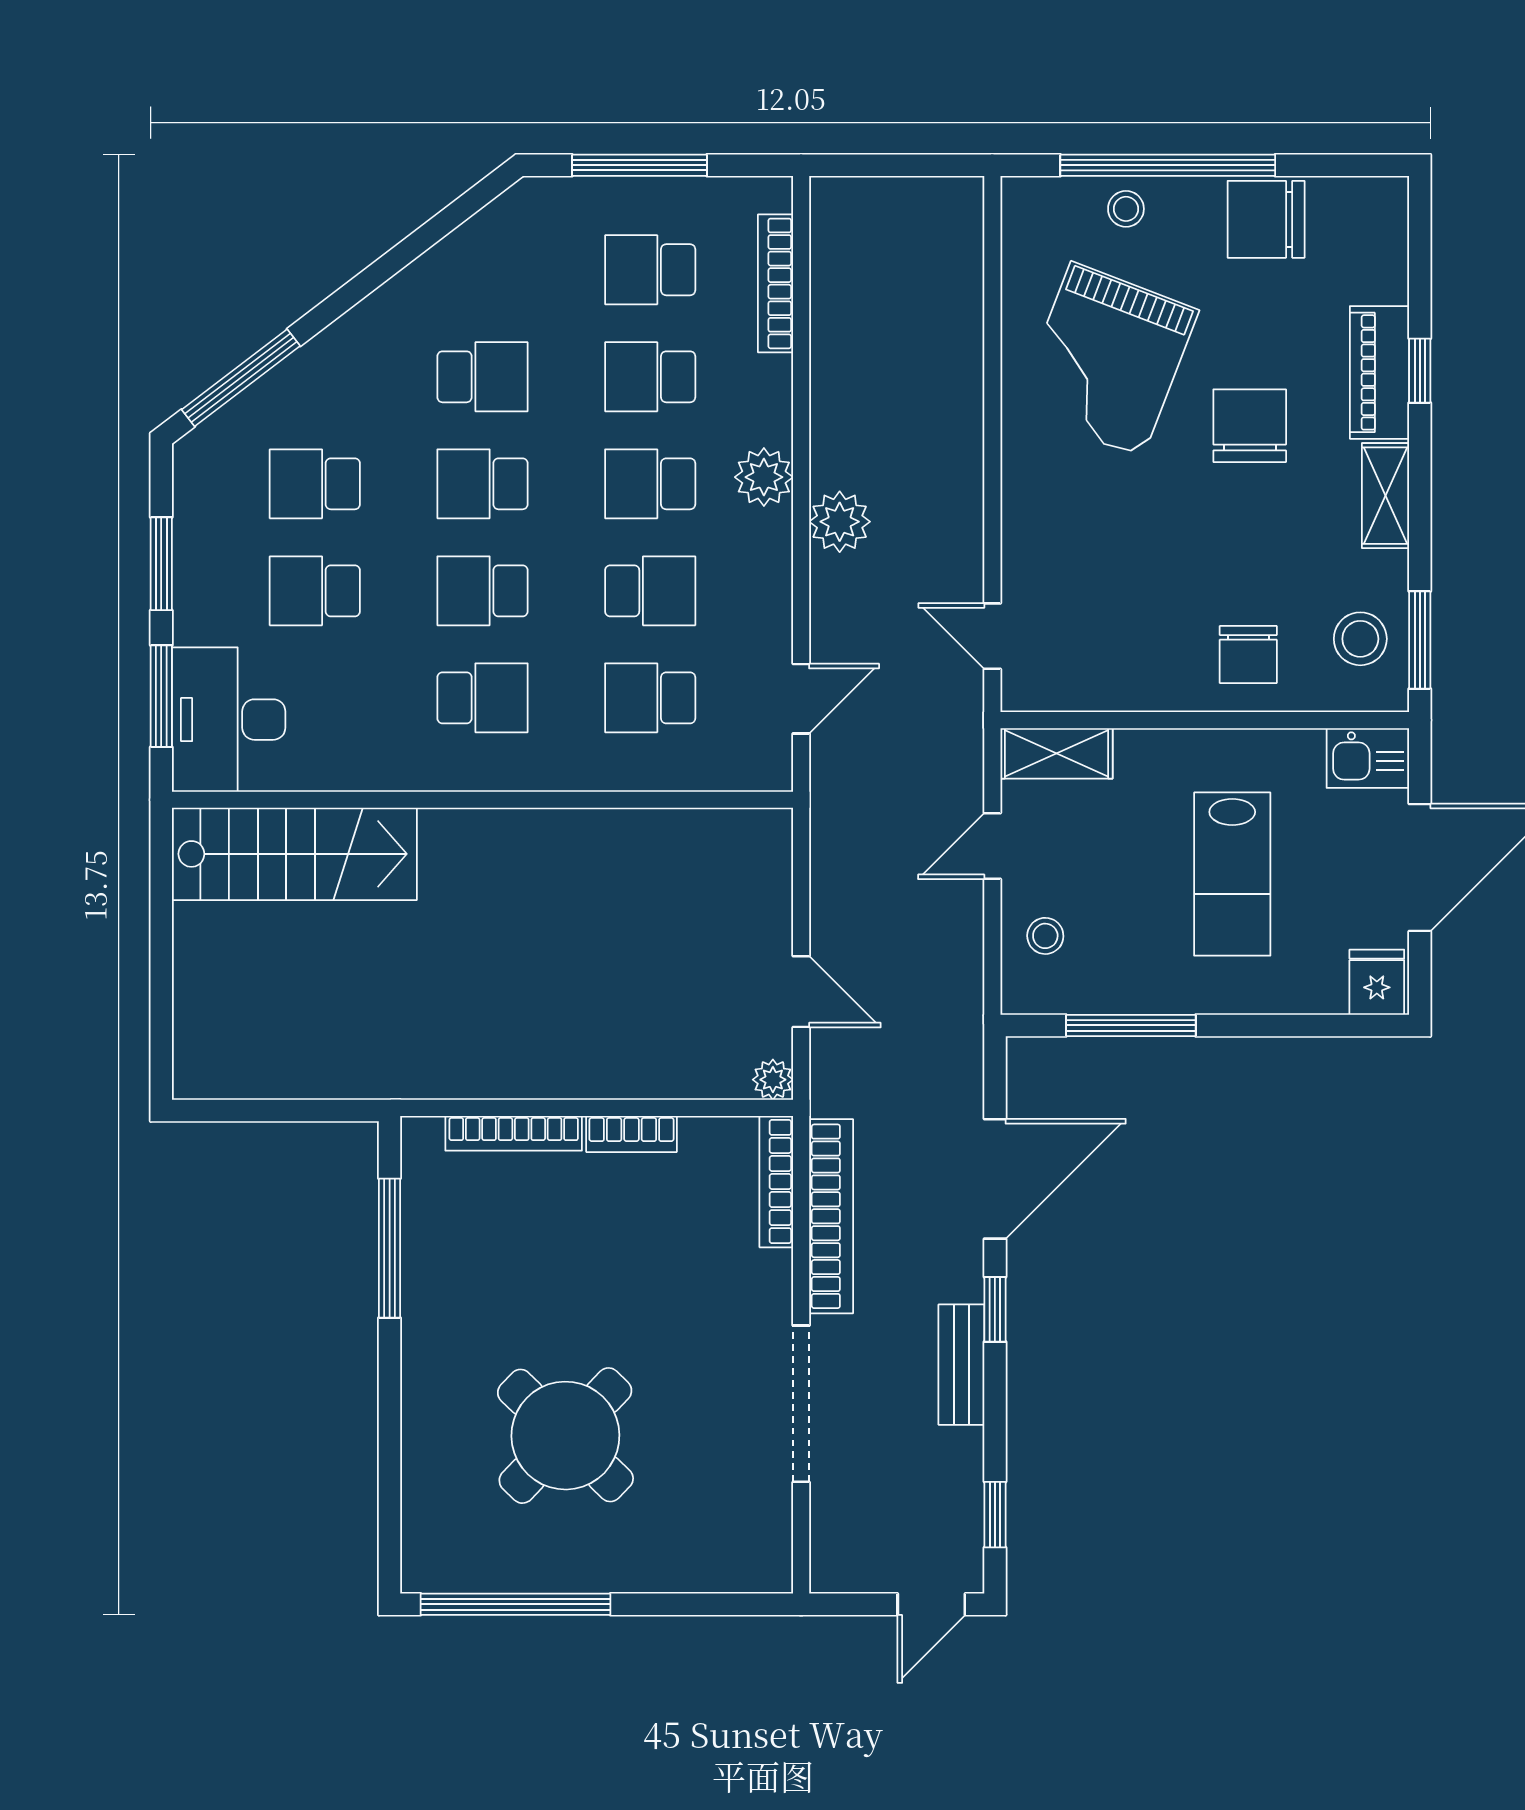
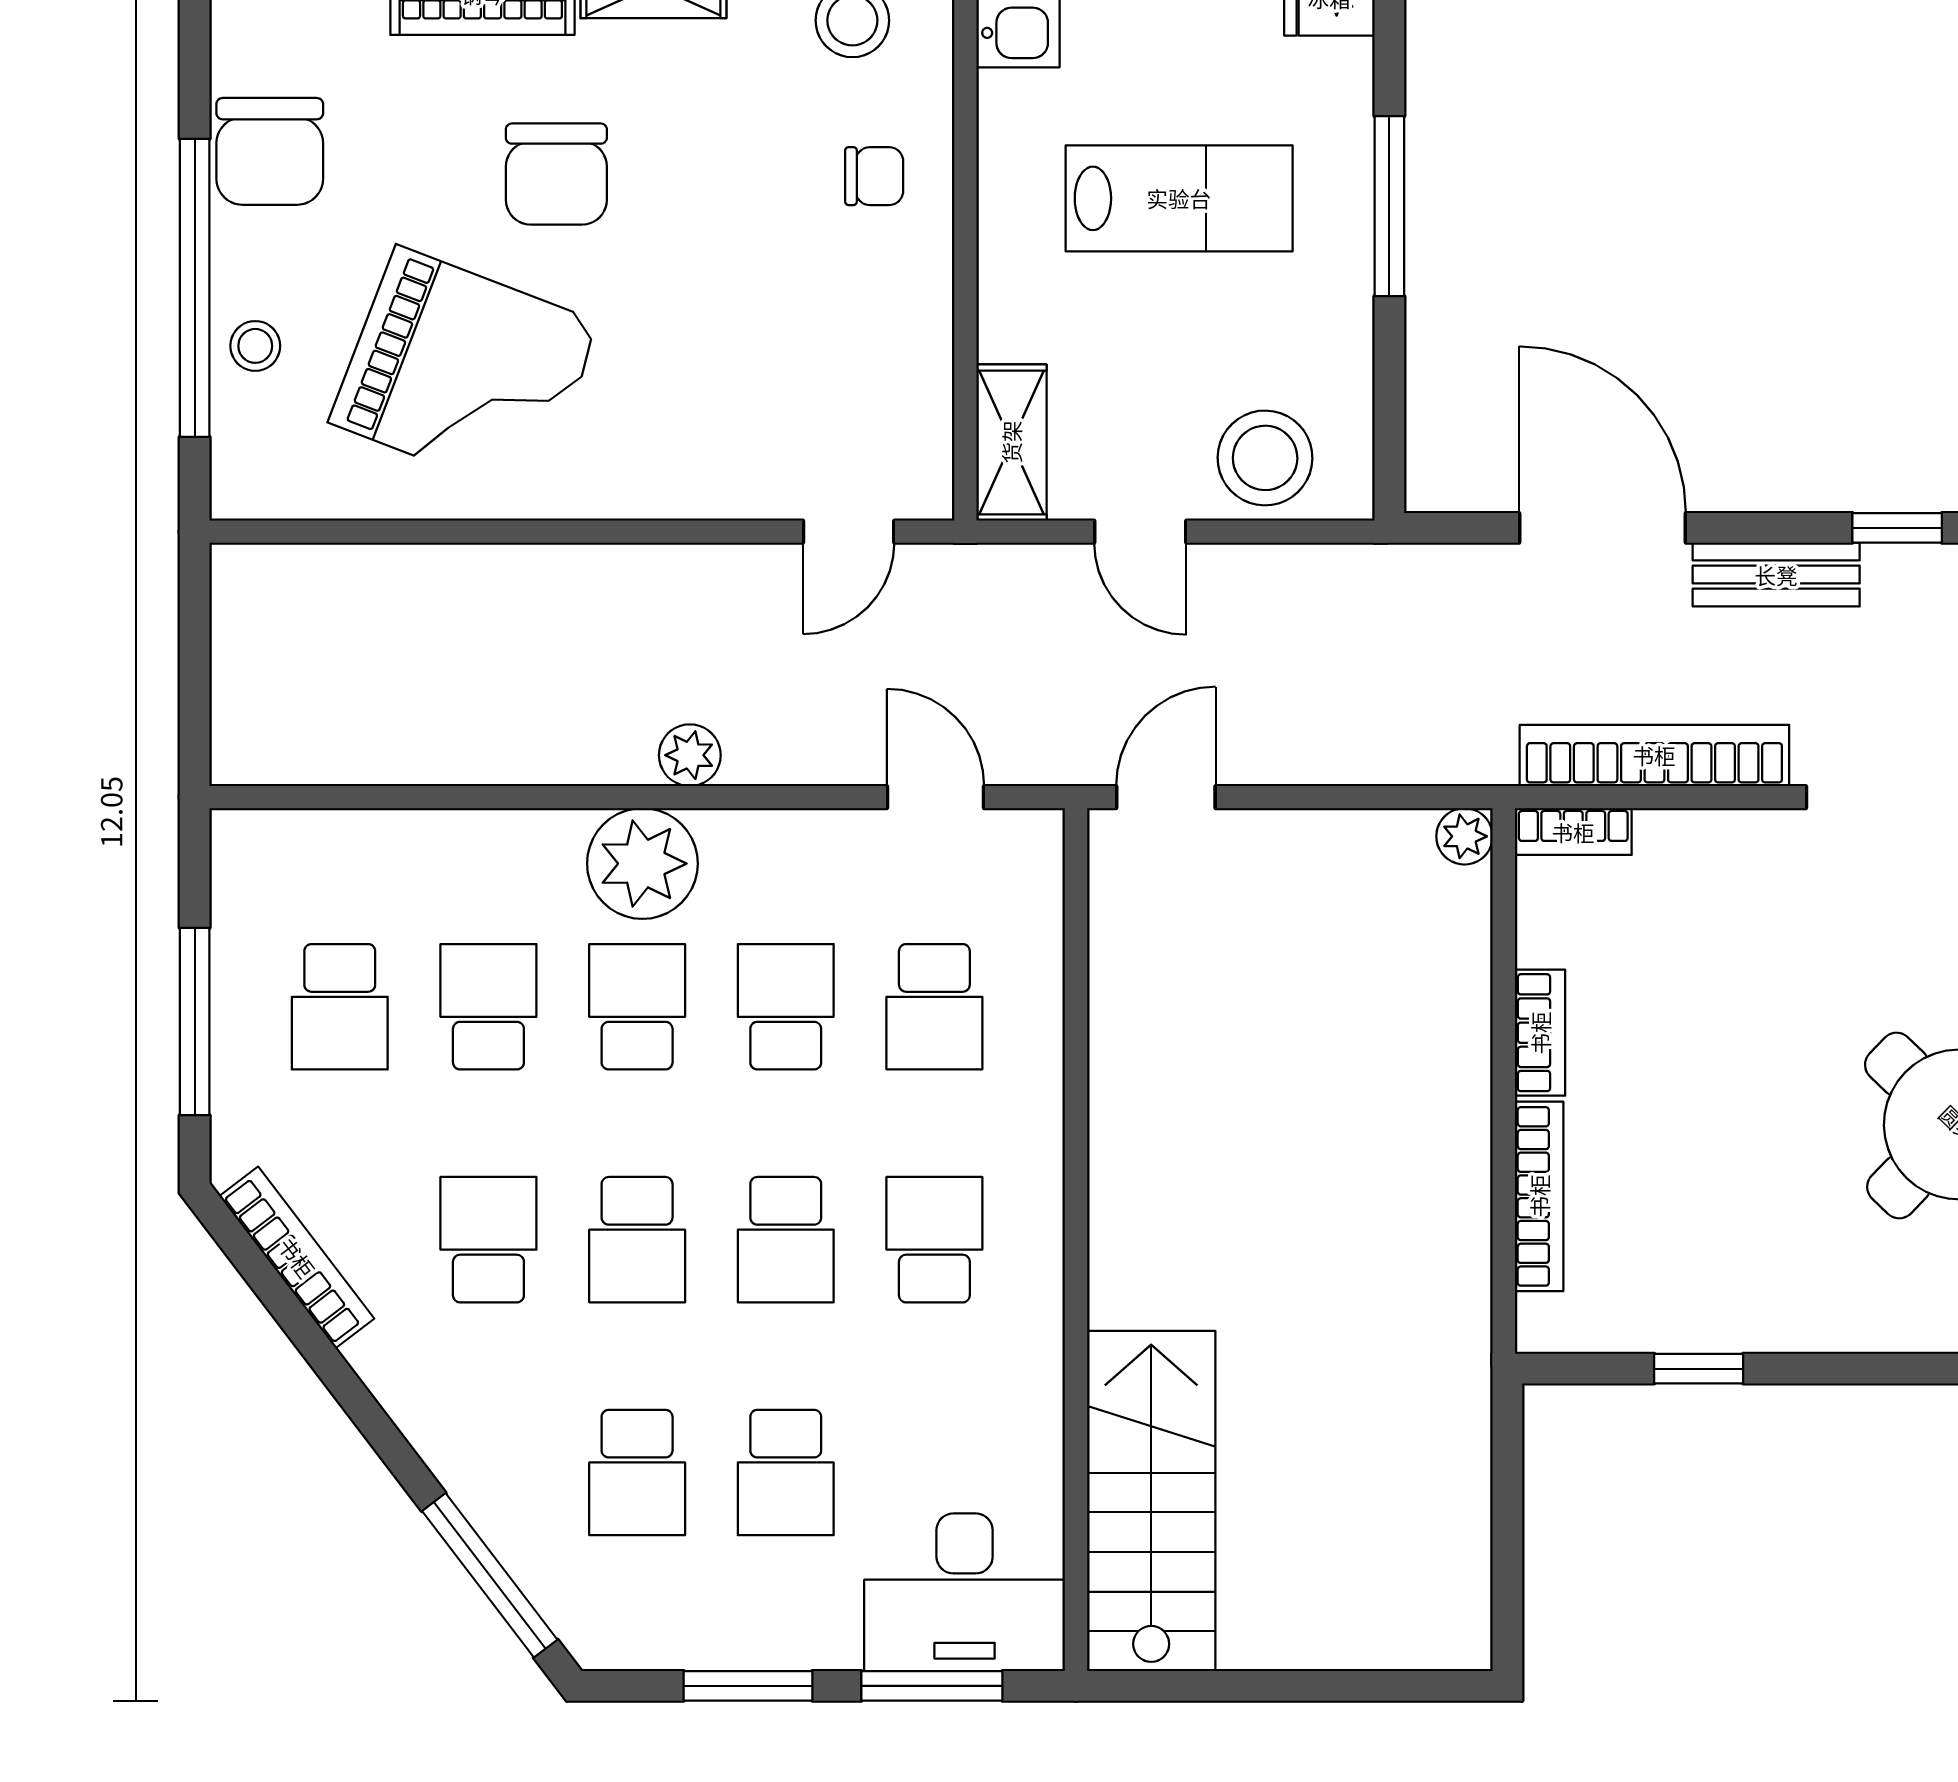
bookcase: (776, 283) -> (297, 1257), moved, turned -127
school desk: (650, 377) -> (488, 1007), turned 180
chair: (1250, 426) -> (556, 174), turned -90
plant: (764, 477) -> (642, 864), width x1.36, depth x1.36
school desk: (650, 484) -> (637, 1007), turned 180
plant: (840, 522) -> (690, 755), width x0.73, depth x0.73
chair: (1248, 655) -> (874, 176), width x0.73, depth x0.73
stool: (1045, 936) -> (1265, 458), width x1.89, depth x1.89
door: (801, 992) -> (1166, 797), moved
window: (1131, 1025) -> (1389, 206), moved
bookcase: (776, 1182) -> (1573, 832), width x0.64
window: (390, 1248) -> (1699, 1369), width x0.46
window: (995, 1309) -> (1897, 528), moved
bench: (961, 1365) -> (1776, 575), moved

